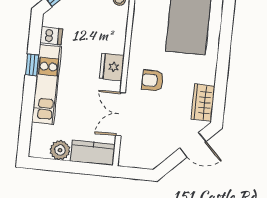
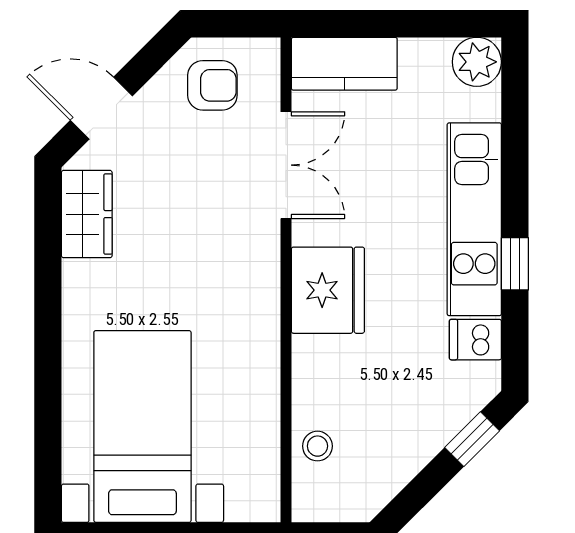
fridge: (112, 67) -> (328, 290), width x1.36, depth x1.34
armchair: (153, 80) -> (212, 85), moved
plant: (60, 150) -> (477, 62), moved

